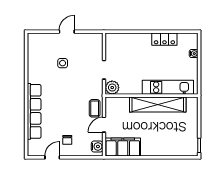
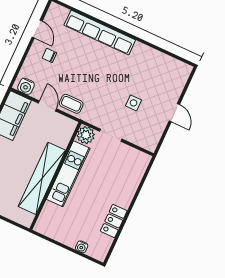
side table: (63, 63) -> (134, 103), moved
kitchen unit: (168, 87) -> (68, 174), moved

